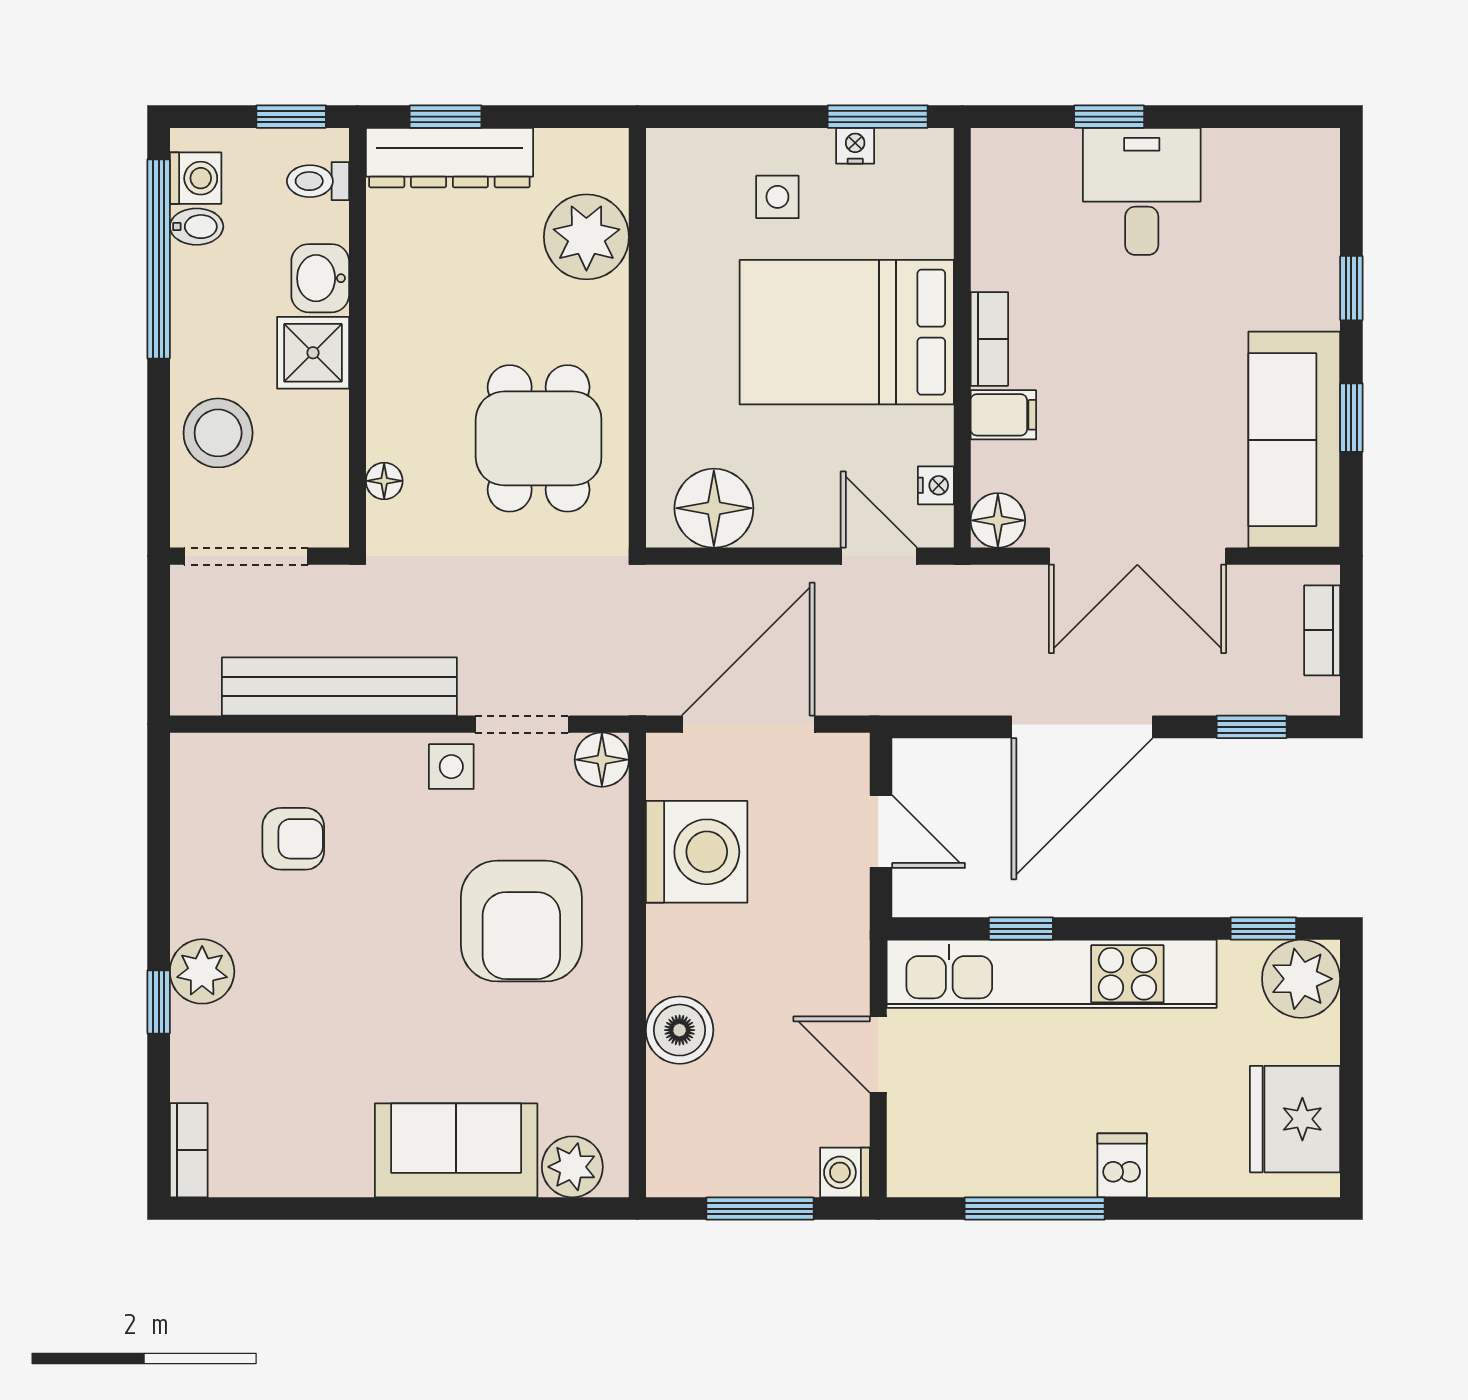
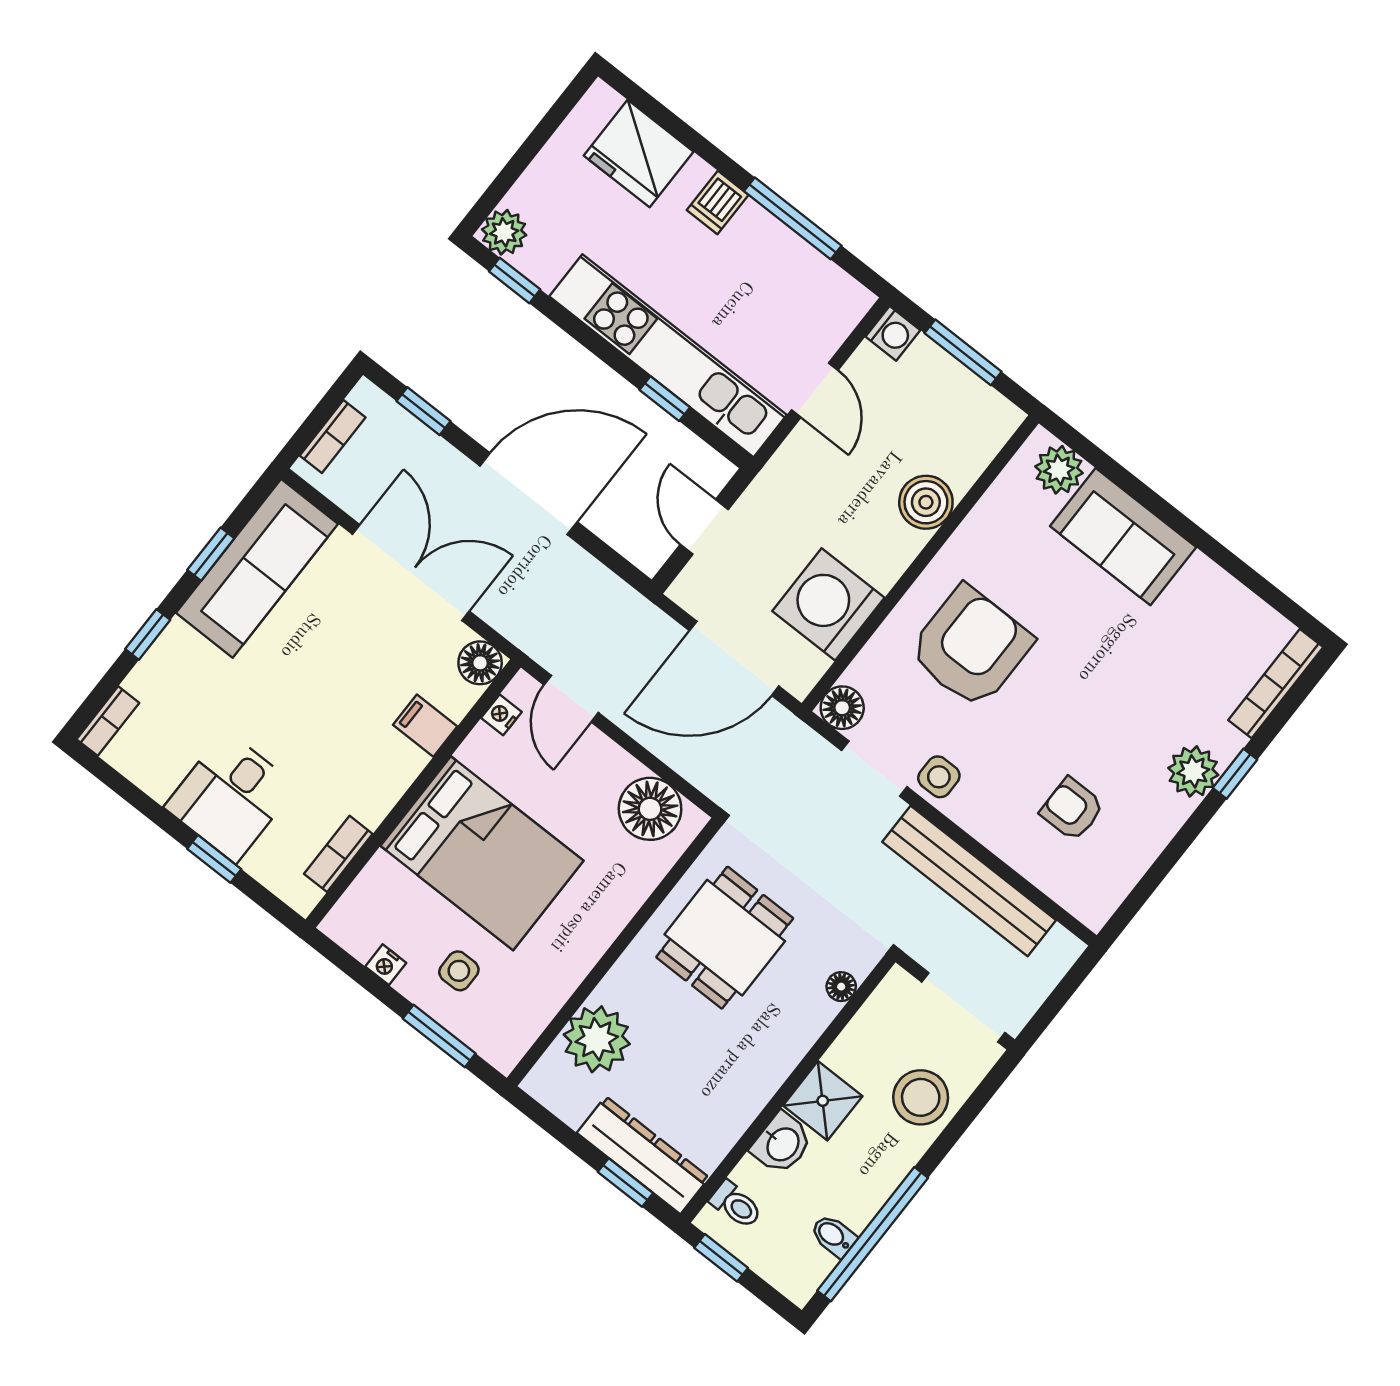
window: (878, 117) -> (439, 1036), moved
bookcase: (1323, 171) -> (108, 721), added
washing machine: (196, 178) -> (810, 1266), removed
bookcase: (989, 339) -> (338, 854), moved
plant: (1301, 979) -> (504, 232), width x0.73, depth x0.73
fridge: (1295, 1119) -> (639, 154), moved, turned 90
bookcase: (189, 1150) -> (1276, 684), width x1.56

